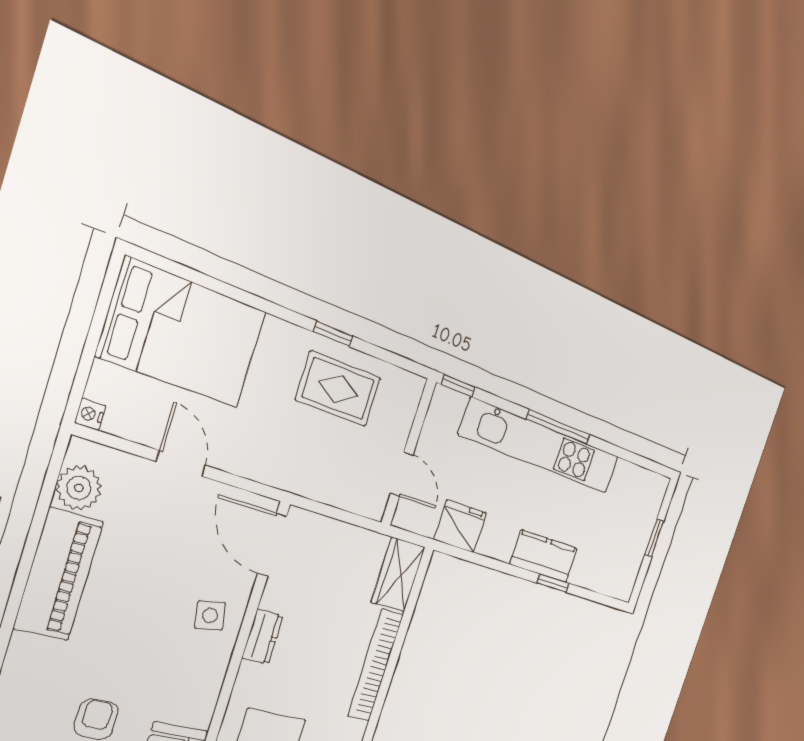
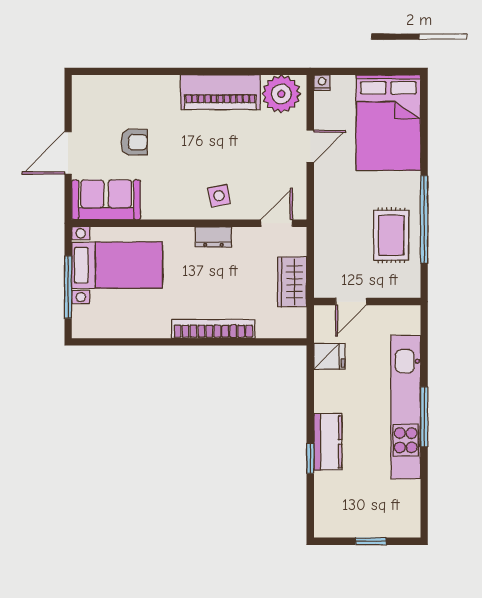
window: (333, 334) -> (424, 220), width x3.17
window: (459, 386) -> (424, 324), removed
plant: (79, 488) -> (281, 94), width x1.36, depth x1.36
fridge: (460, 526) -> (329, 356), width x0.72
door: (272, 545) -> (277, 223), width x0.73
wardrobe: (398, 575) -> (292, 282), moved, turned -90

